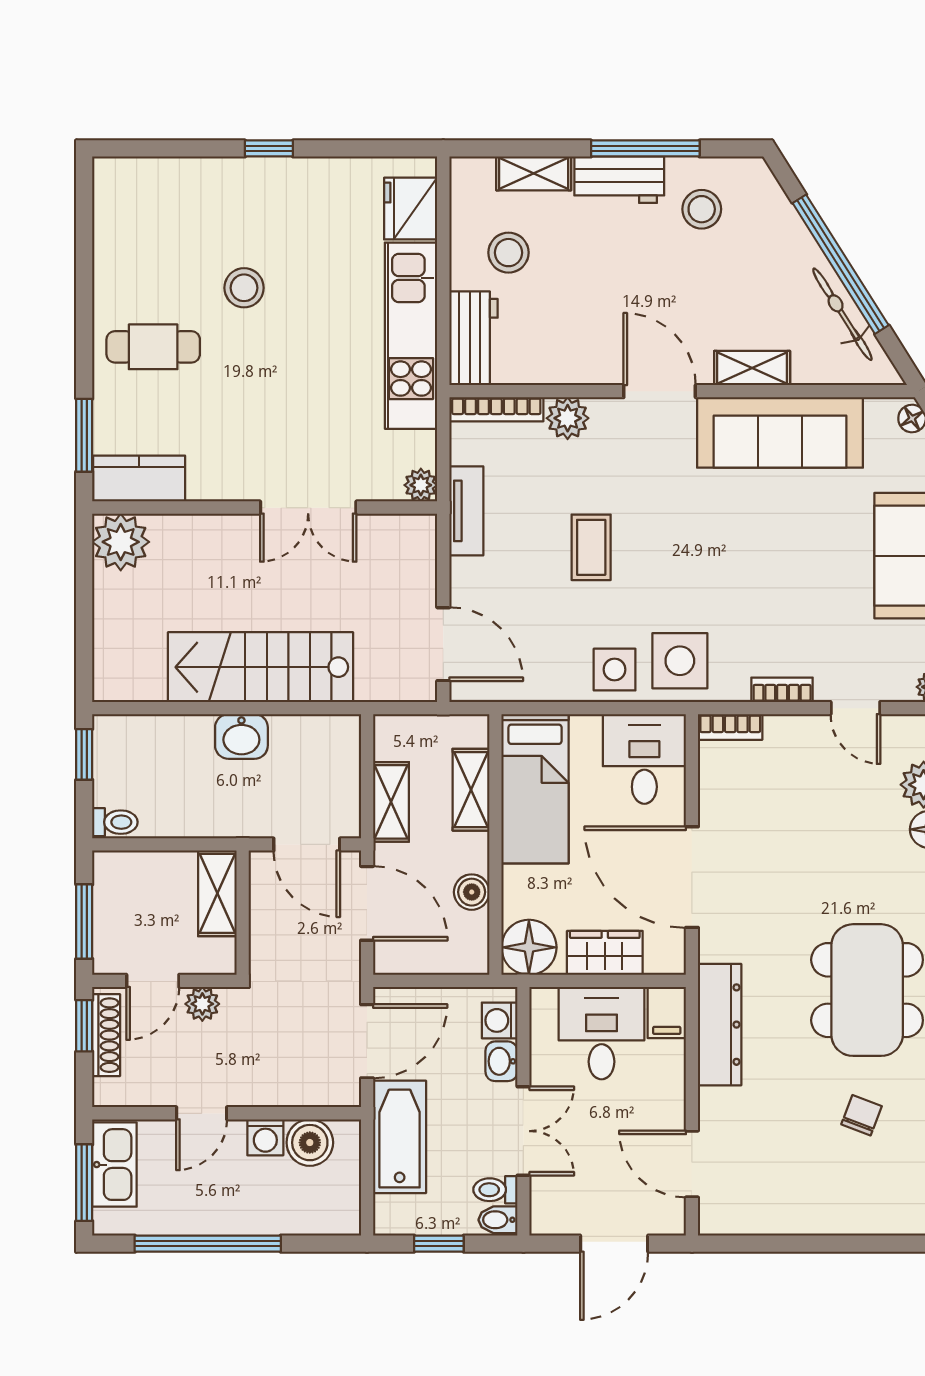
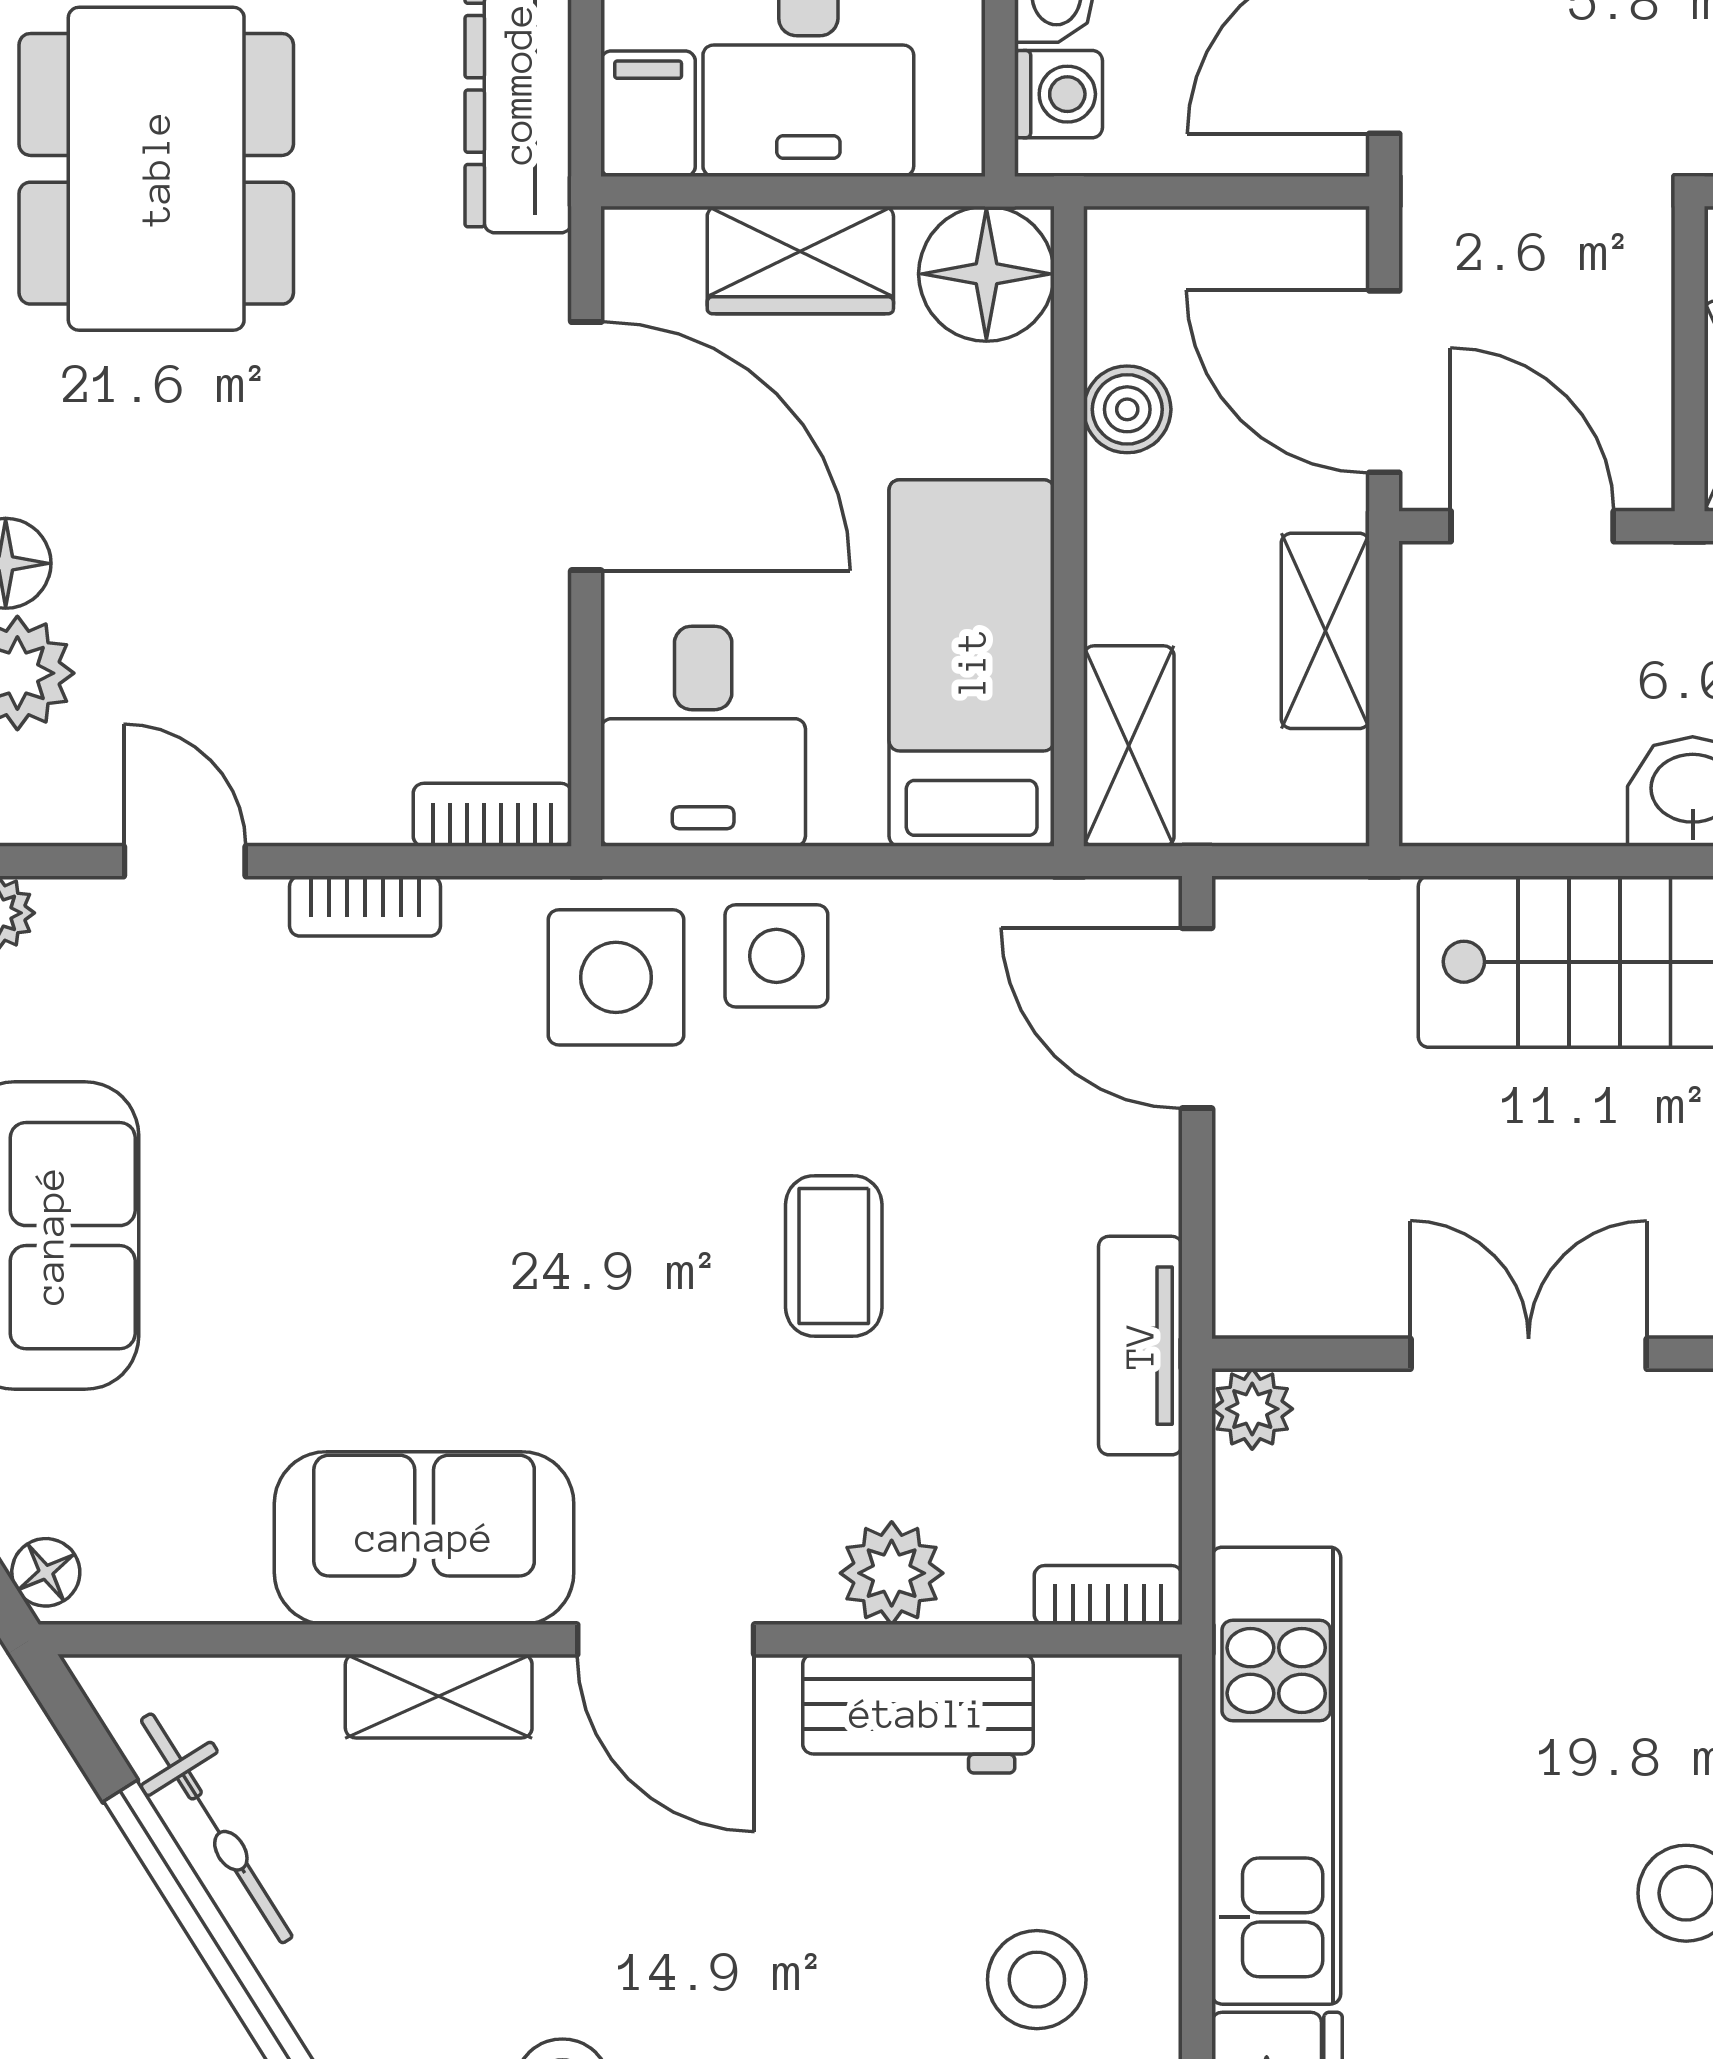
workbench: (473, 338) -> (918, 1714), moved, turned -90
bookcase: (496, 409) -> (1108, 1595), width x0.64
sofa: (780, 432) -> (424, 1538), width x0.73
shelving: (471, 790) -> (1129, 746), moved

